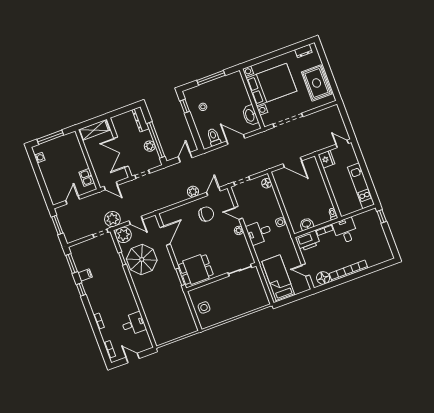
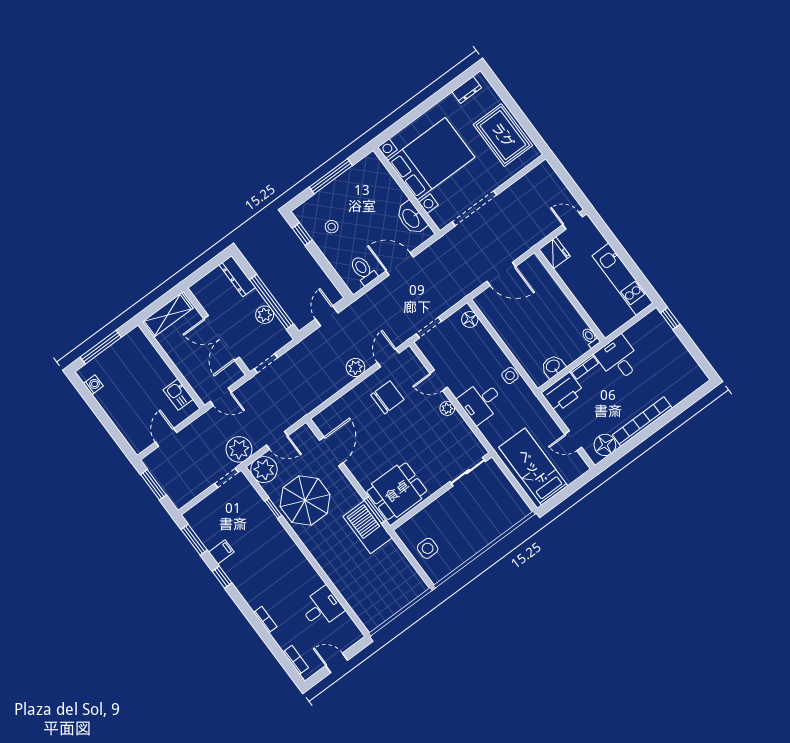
barbecue: (173, 285) -> (368, 527), added

